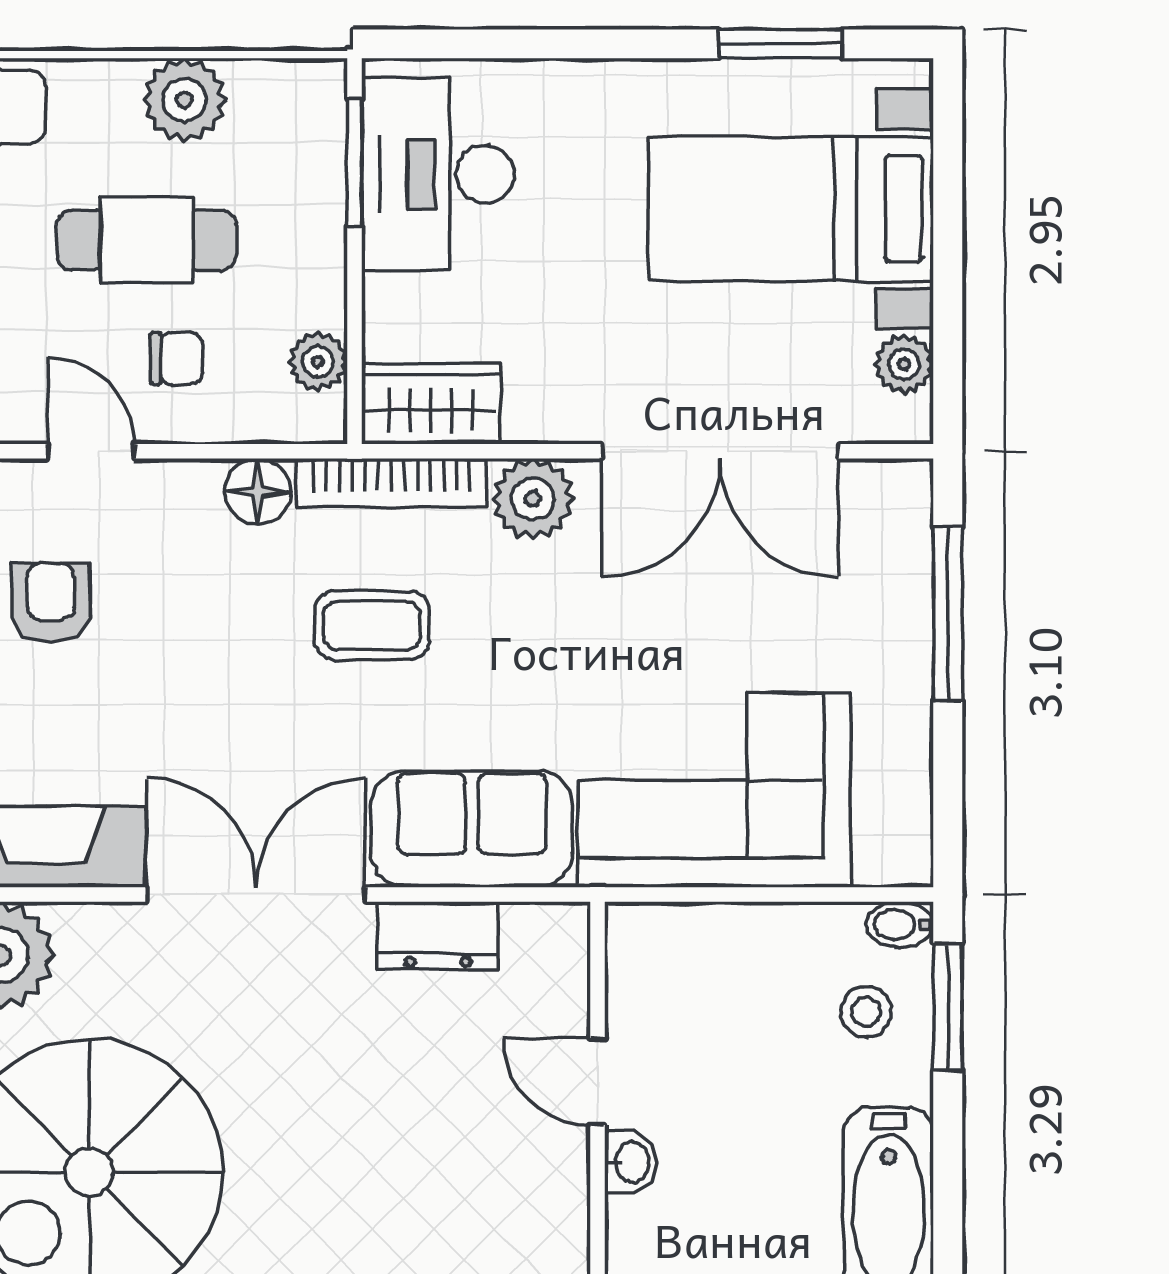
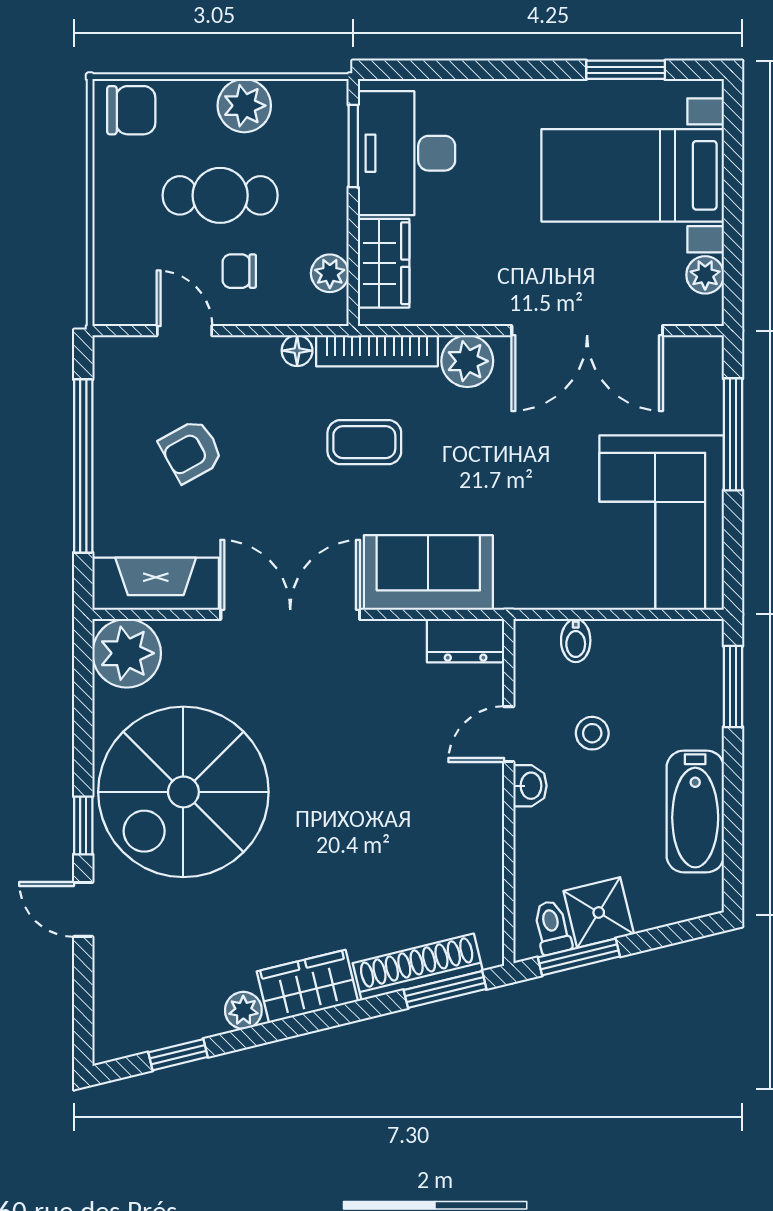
chair: (177, 358) -> (239, 271), turned 180
wardrobe: (431, 404) -> (384, 263), moved, turned 90
floor lamp: (258, 491) -> (297, 351), width x0.73, depth x0.73
armchair: (51, 603) -> (191, 451), moved, turned -119
corner sofa: (715, 790) -> (662, 523), moved, turned -90
bidet: (900, 925) -> (576, 641), moved, turned -90
dresser: (438, 936) -> (466, 641), moved
stool: (866, 1012) -> (592, 733), moved
door: (598, 1082) -> (509, 734), hinge flipped

